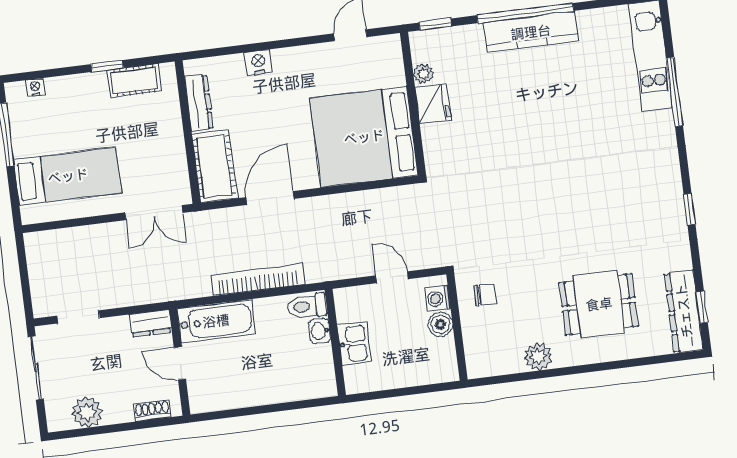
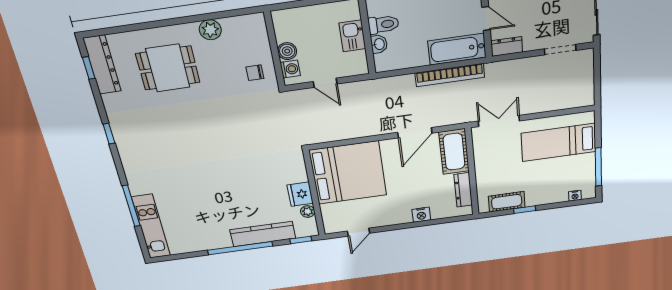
kitchen counter: (531, 32) -> (263, 234), moved
bookcase: (258, 280) -> (450, 75), moved
toilet: (307, 306) -> (383, 24), moved

